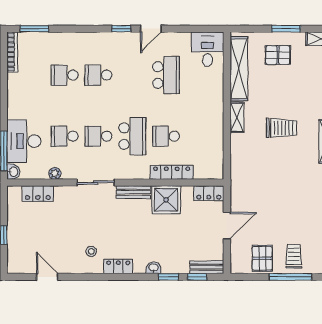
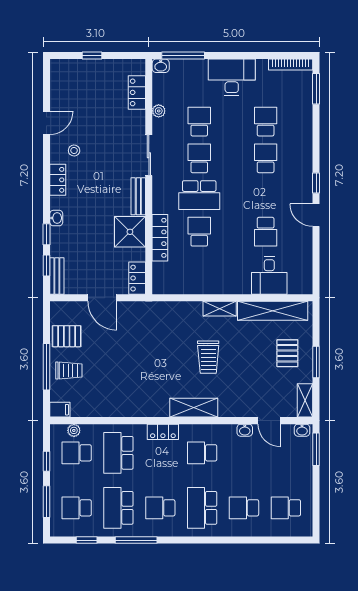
desk: (208, 49) -> (269, 275), moved, turned 90
school desk: (166, 75) -> (266, 232), width x0.54
desk: (24, 141) -> (232, 77), moved
door: (47, 277) -> (46, 123), moved

